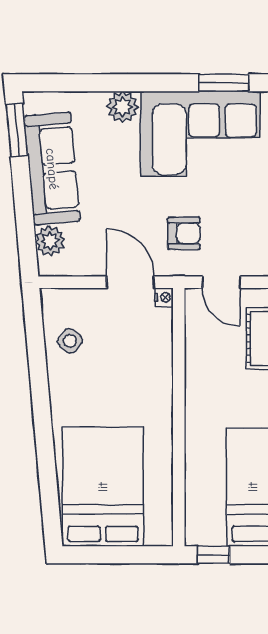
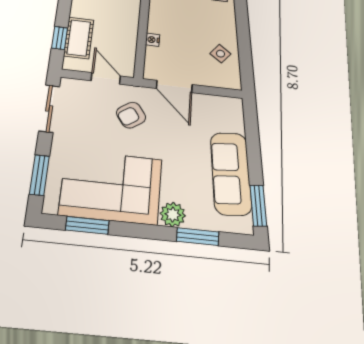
window: (91, 83) -> (198, 237), added
armchair: (184, 233) -> (131, 115), turned -35
plant: (50, 241) -> (234, 121), removed
nightstand: (164, 297) -> (153, 40), moved

